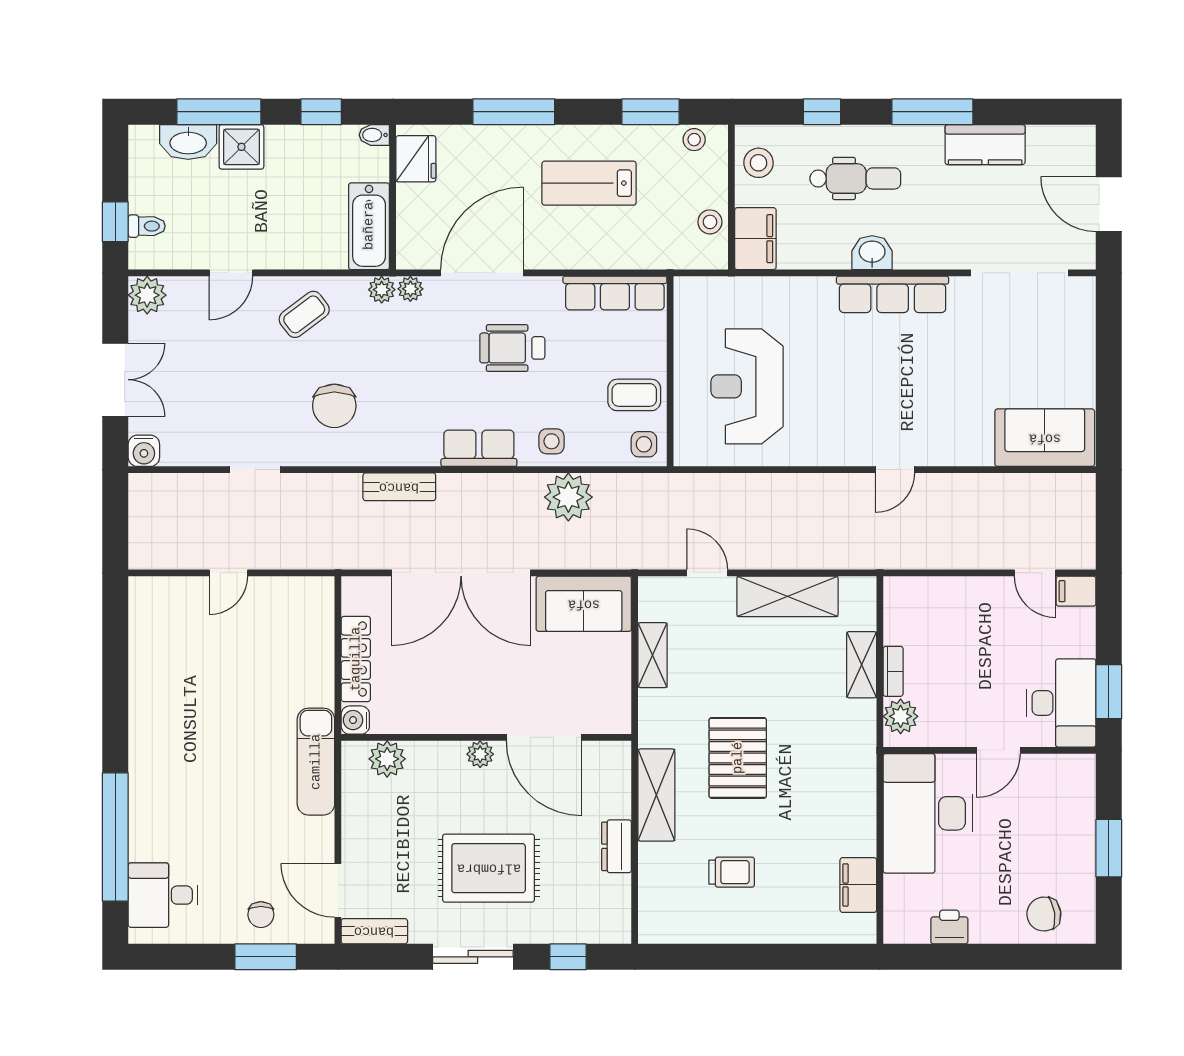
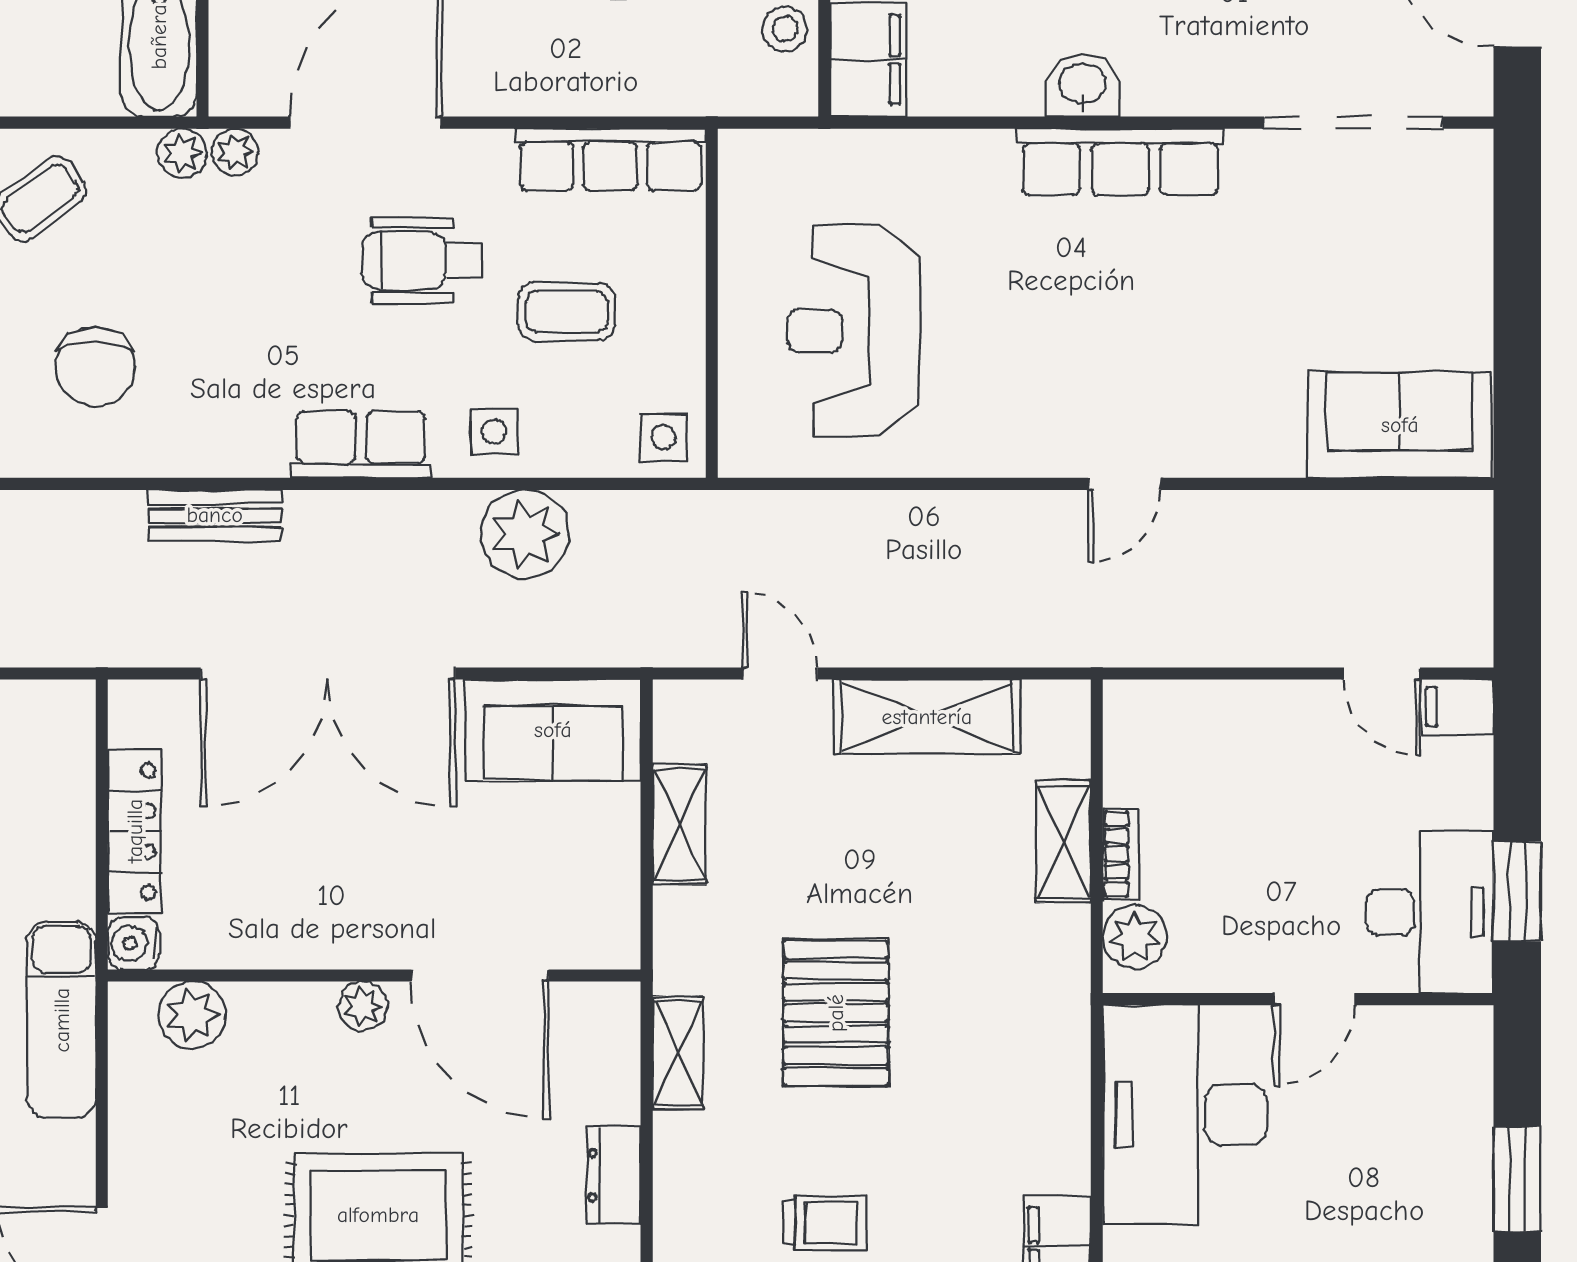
coffee table: (634, 395) -> (567, 312), moved
shelving: (656, 795) -> (678, 1053), width x0.67, depth x0.75

